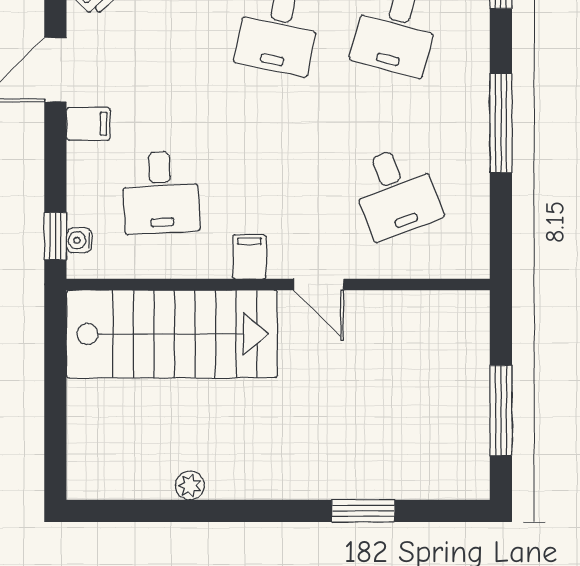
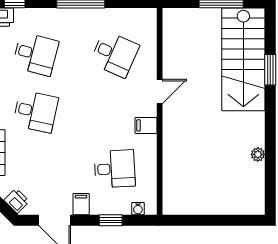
desk: (396, 192) -> (115, 54), turned 45
window: (55, 236) -> (111, 220), moved
stairs: (172, 334) -> (243, 59), moved, turned 180

